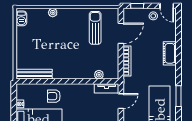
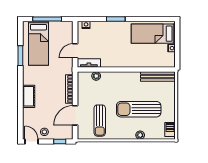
sun lounger: (54, 40) -> (139, 109), added
armchair: (54, 96) -> (139, 56), removed

